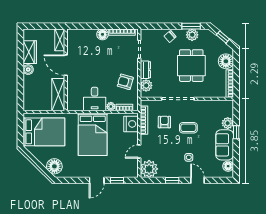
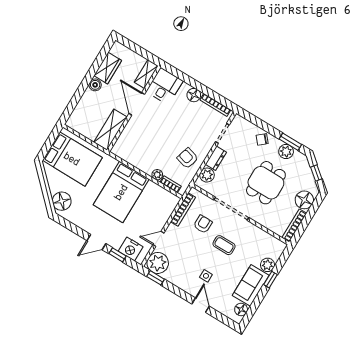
desk: (95, 99) -> (165, 86), moved, turned 180
nightstand: (131, 124) -> (131, 249), moved, turned 90
window: (172, 180) -> (155, 278), moved

